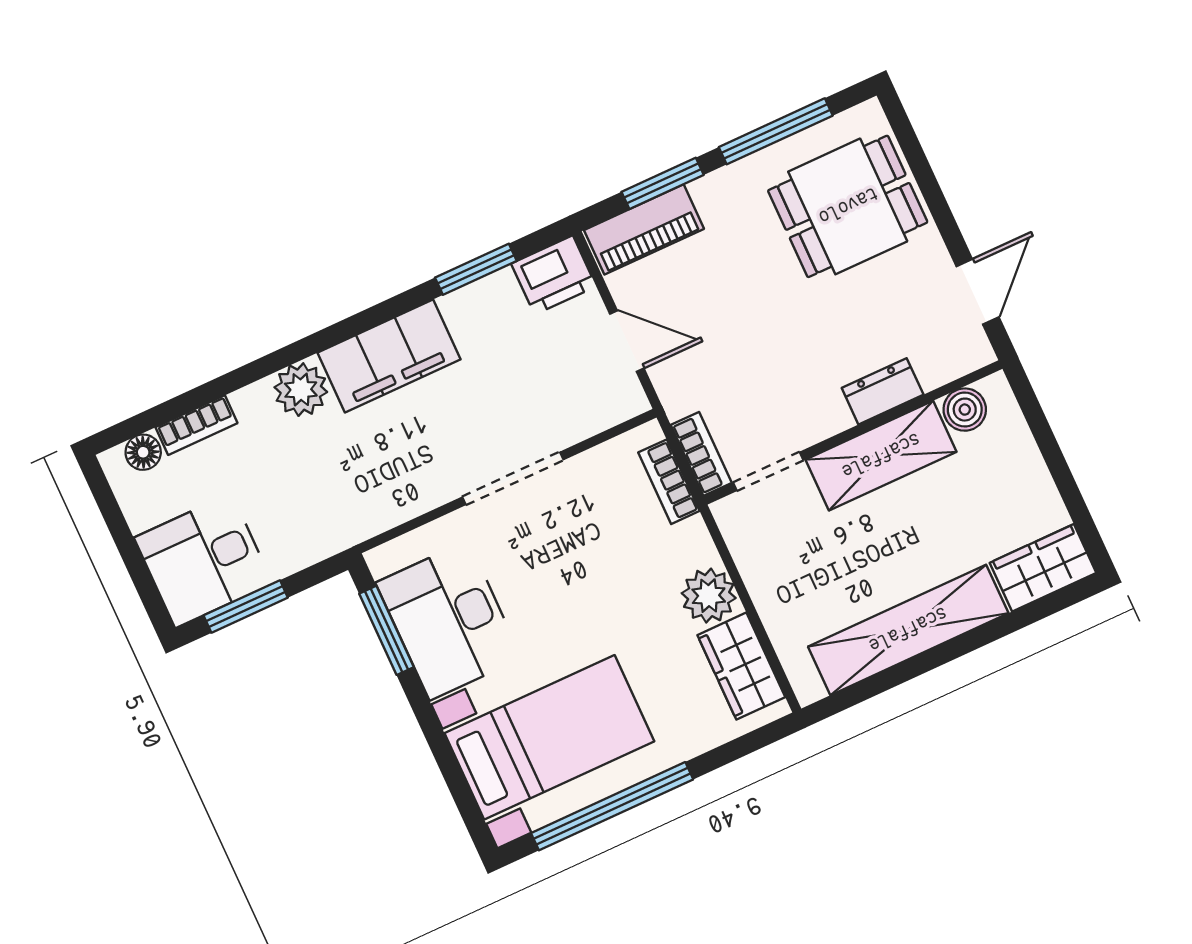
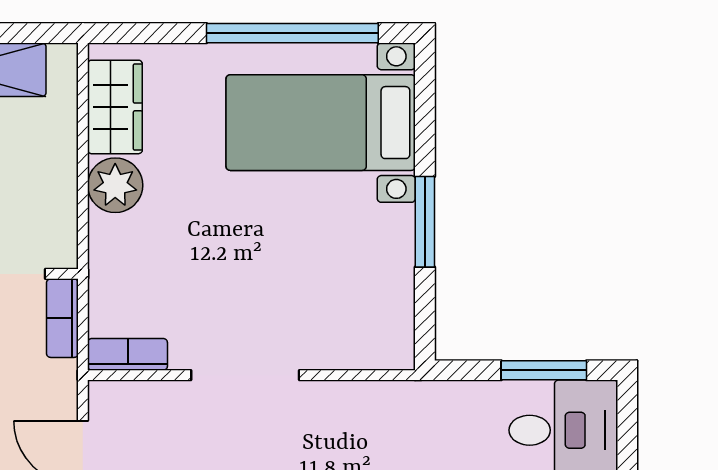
bookcase: (669, 482) -> (128, 354), moved, turned -90
desk: (449, 620) -> (364, 272), removed
window: (387, 630) -> (425, 222), moved

